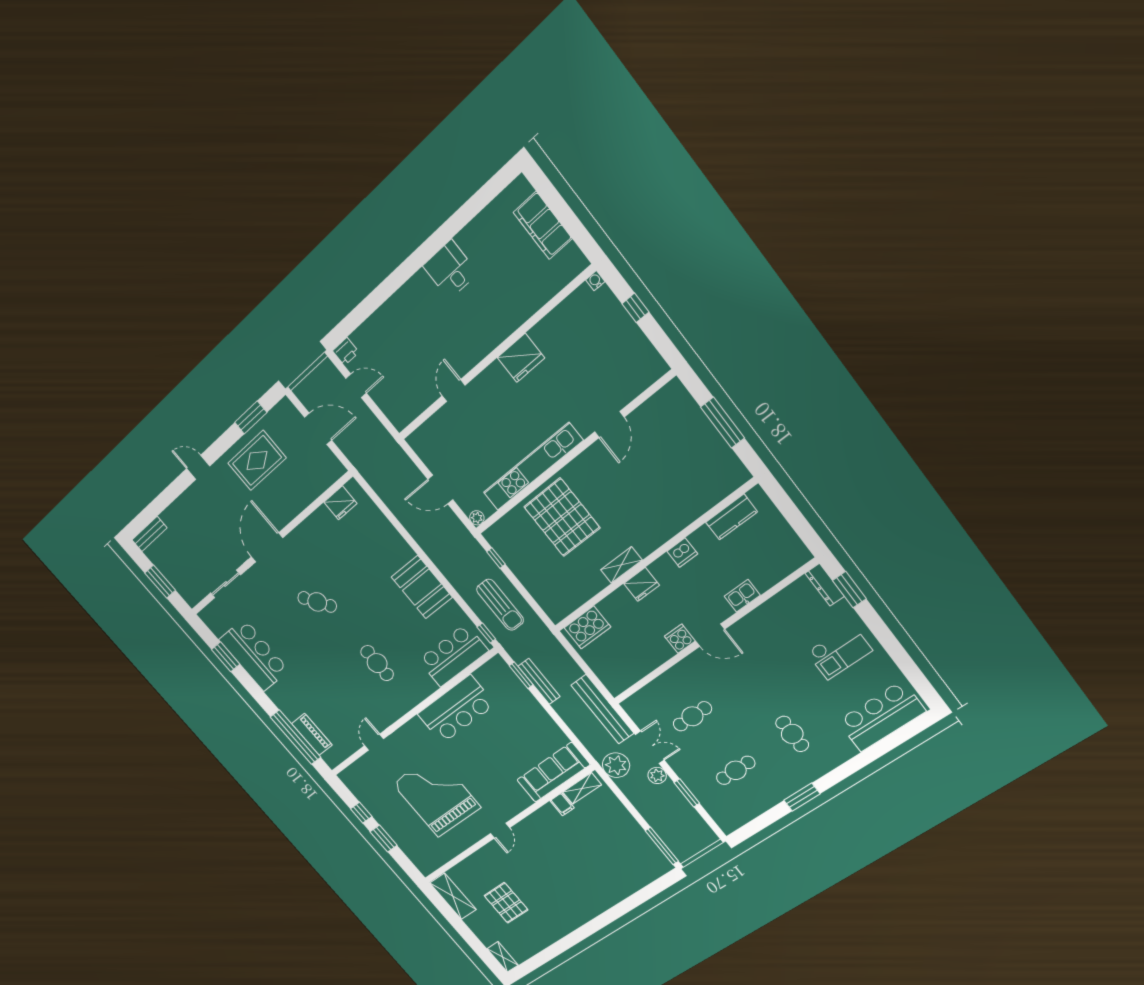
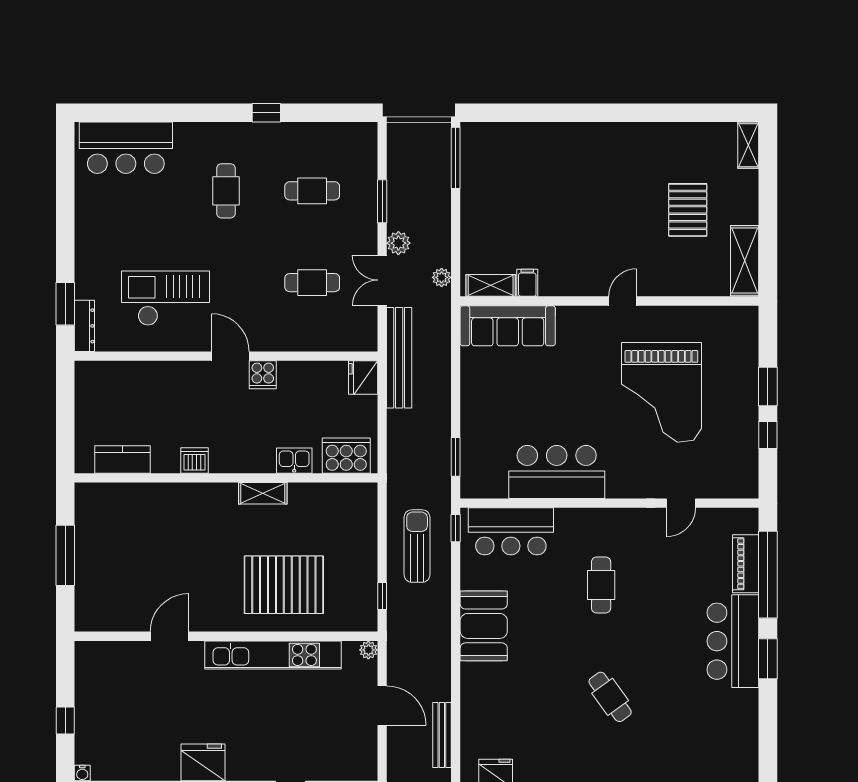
pallet: (562, 517) -> (284, 585), turned 90
fridge: (642, 584) -> (363, 378), moved, turned -90
kitchen sink: (742, 596) -> (294, 461), moved, turned 180
checkout: (839, 651) -> (165, 298), moved, width x1.36, depth x1.21
bar counter: (254, 655) -> (733, 641), moved
window: (226, 657) -> (768, 659), moved
bench: (539, 681) -> (442, 735), moved
plant: (616, 765) -> (442, 277), width x0.53, depth x0.53
window: (802, 797) -> (266, 113), width x0.67

